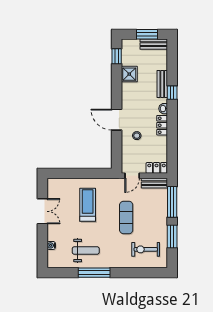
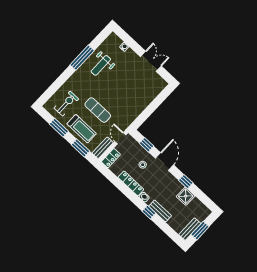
window: (117, 56) -> (186, 182), moved
door: (117, 120) -> (164, 162), hinge flipped
locker: (162, 125) -> (131, 183), width x1.53
window: (117, 148) -> (147, 145), added
window: (172, 202) -> (81, 148), width x0.69
treadmill: (88, 205) -> (82, 129), moved
double door: (42, 211) -> (151, 61), swing flipped

